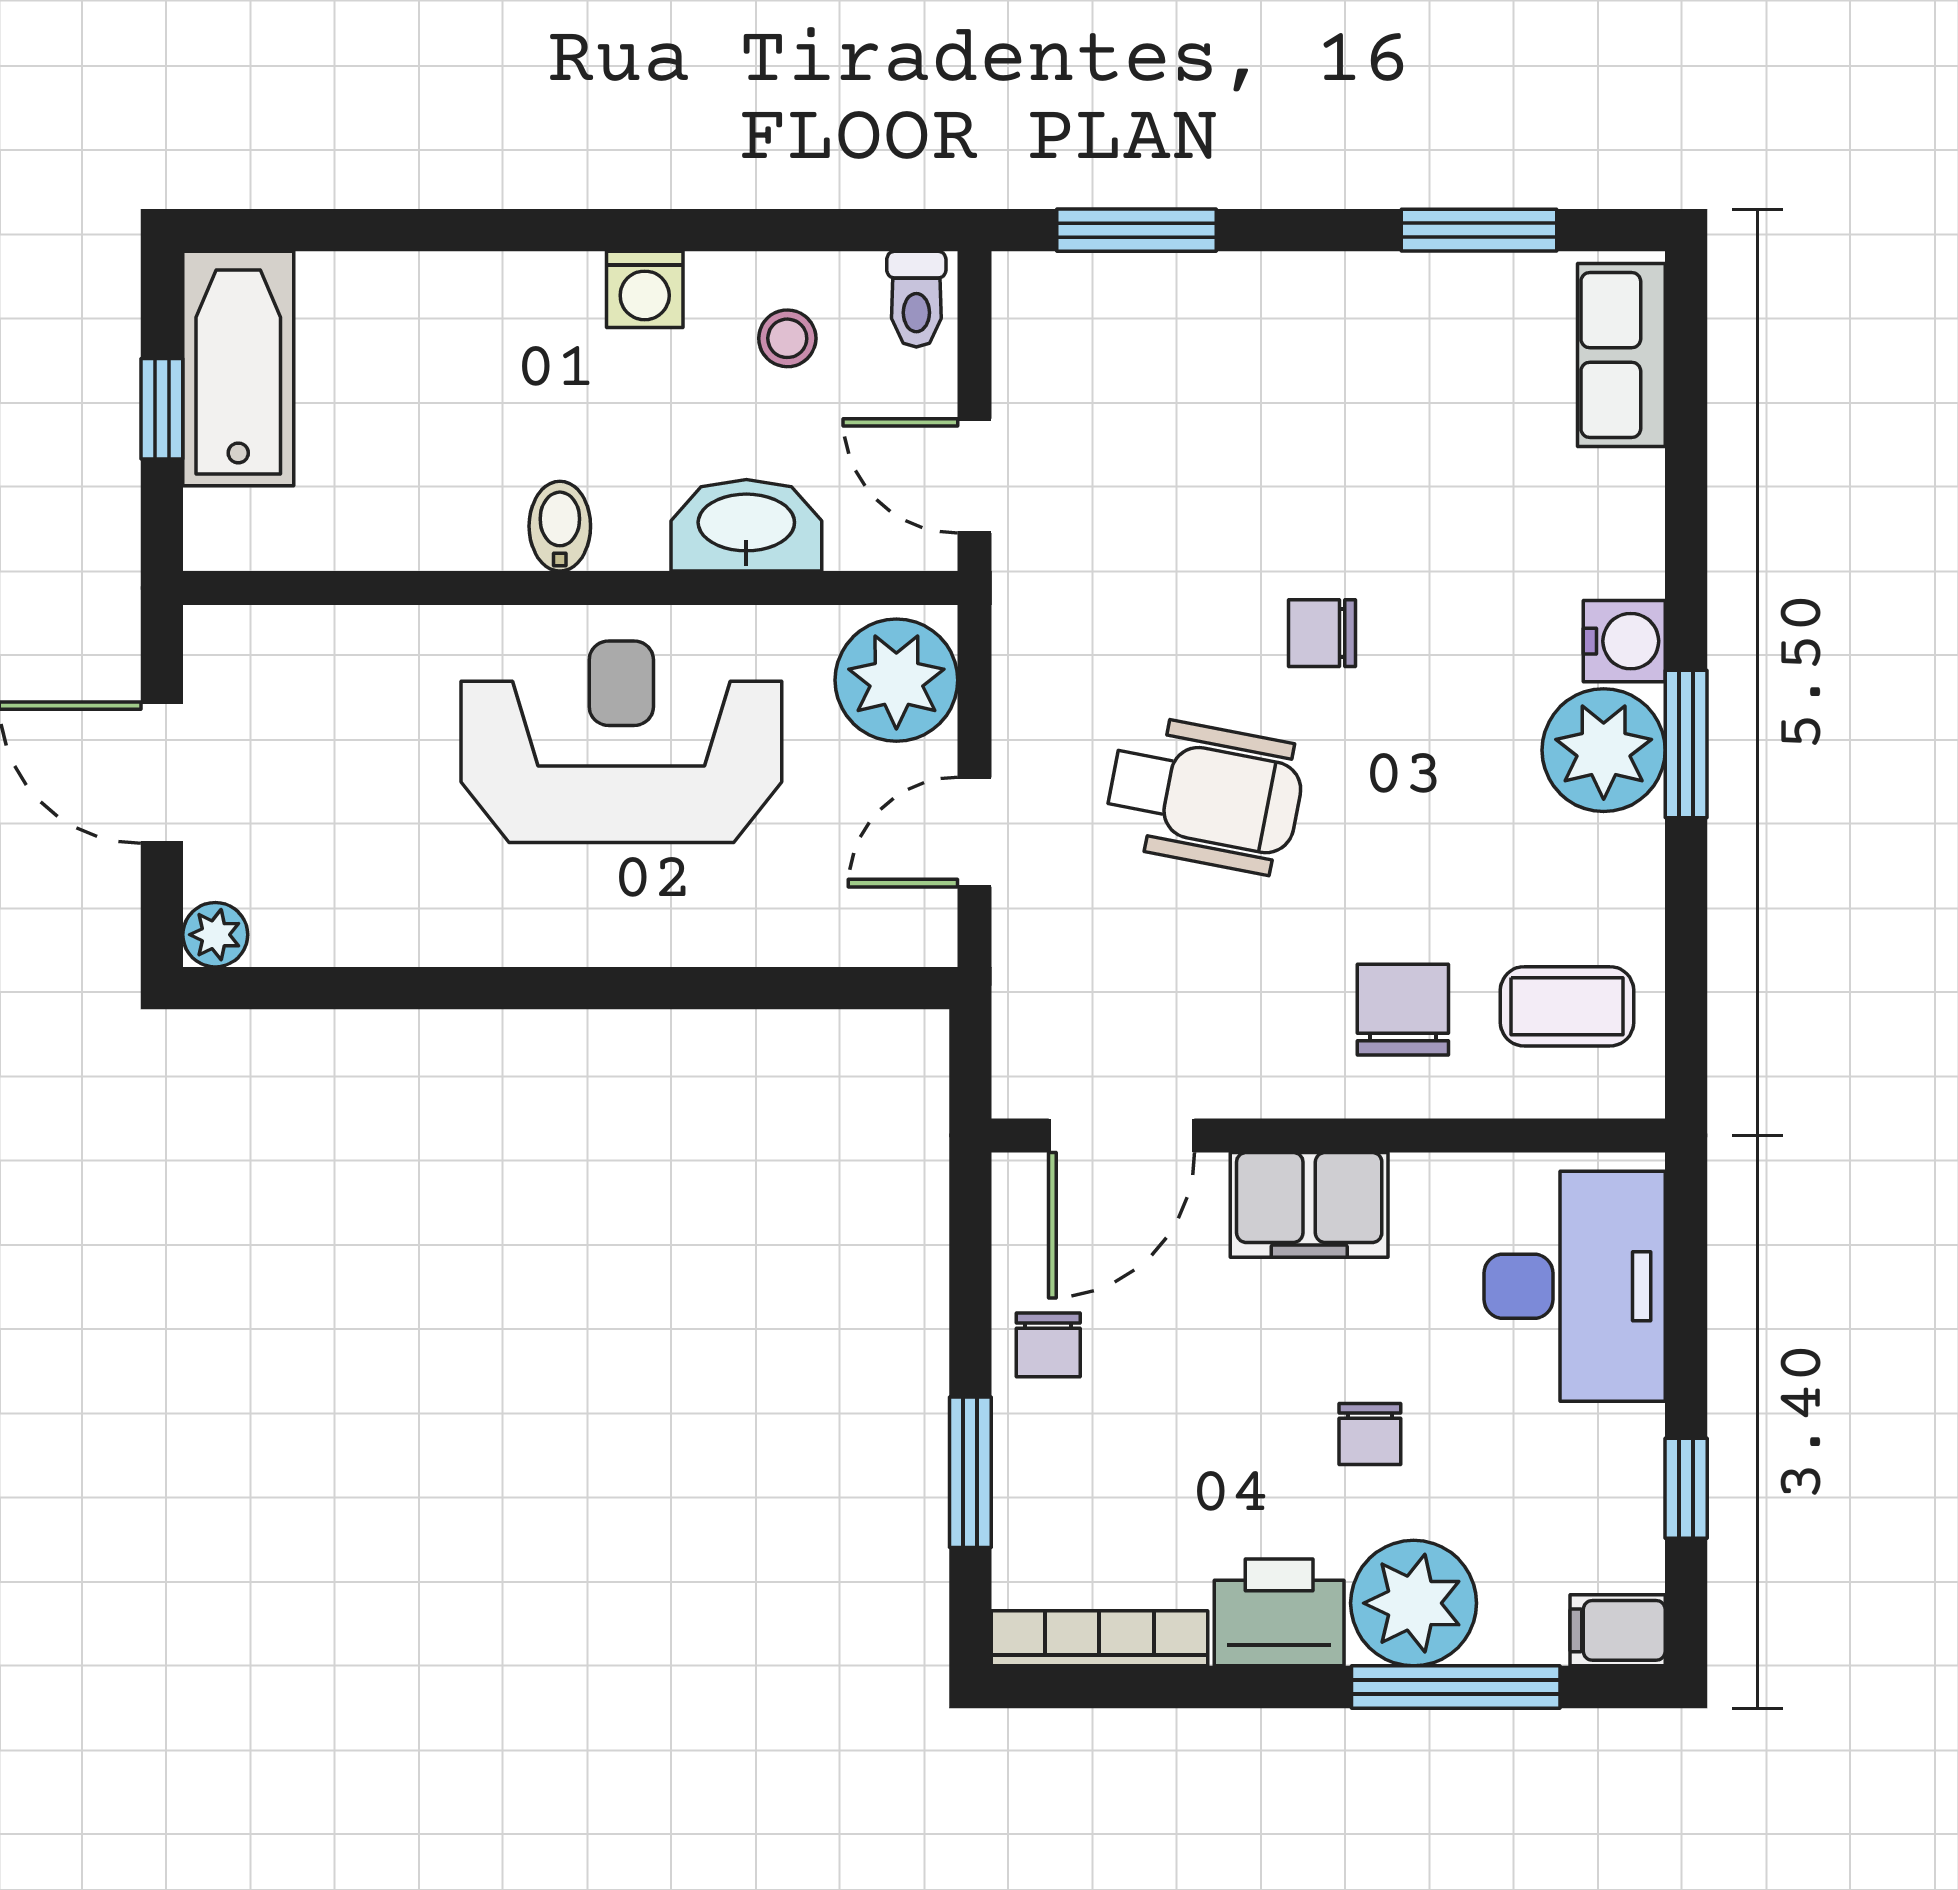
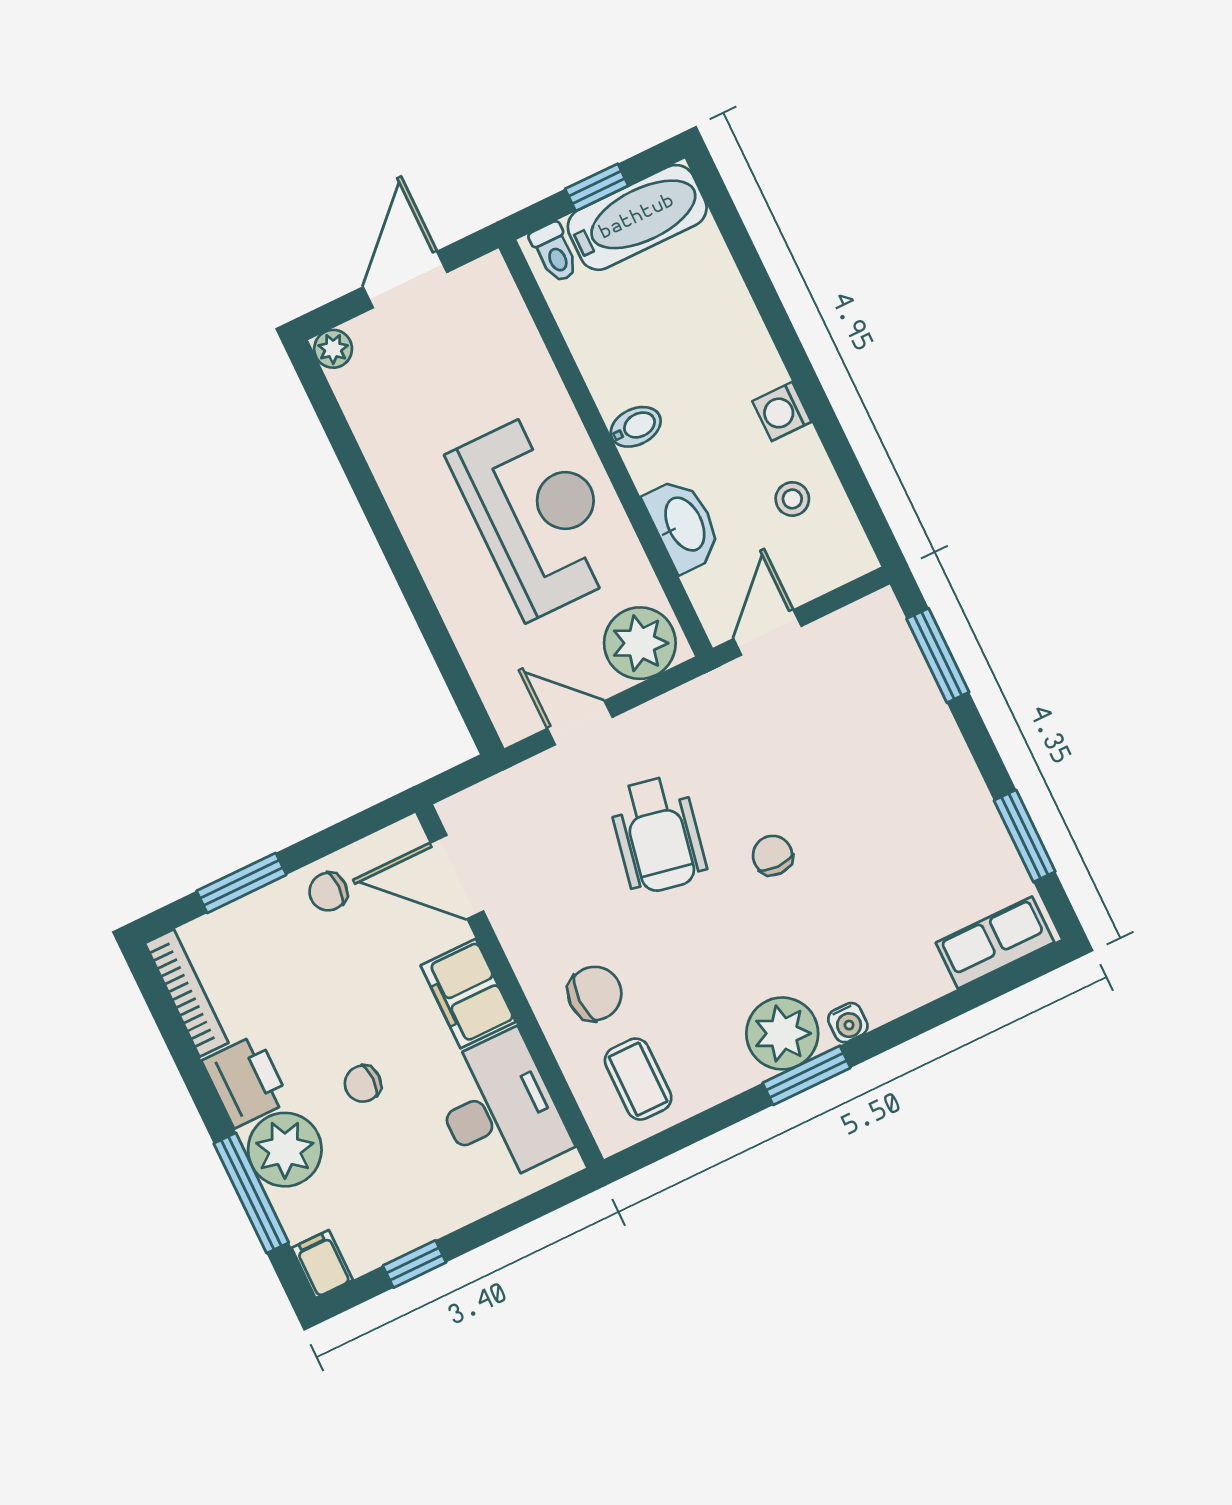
toilet: (916, 299) -> (554, 252), moved, turned -90
water cooler: (1624, 641) -> (848, 1023), width x0.72, depth x0.72
desk: (1575, 1286) -> (499, 1109), moved, turned -90

